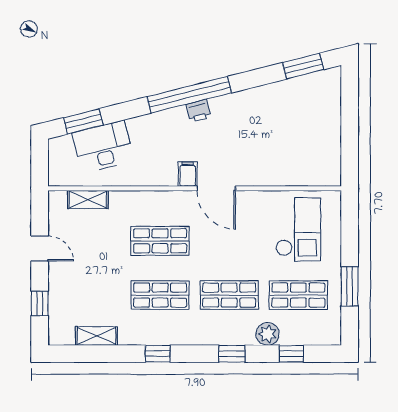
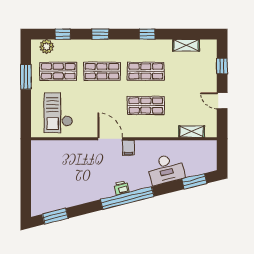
desk: (103, 147) -> (166, 169), moved
plant: (268, 334) -> (47, 47), moved

